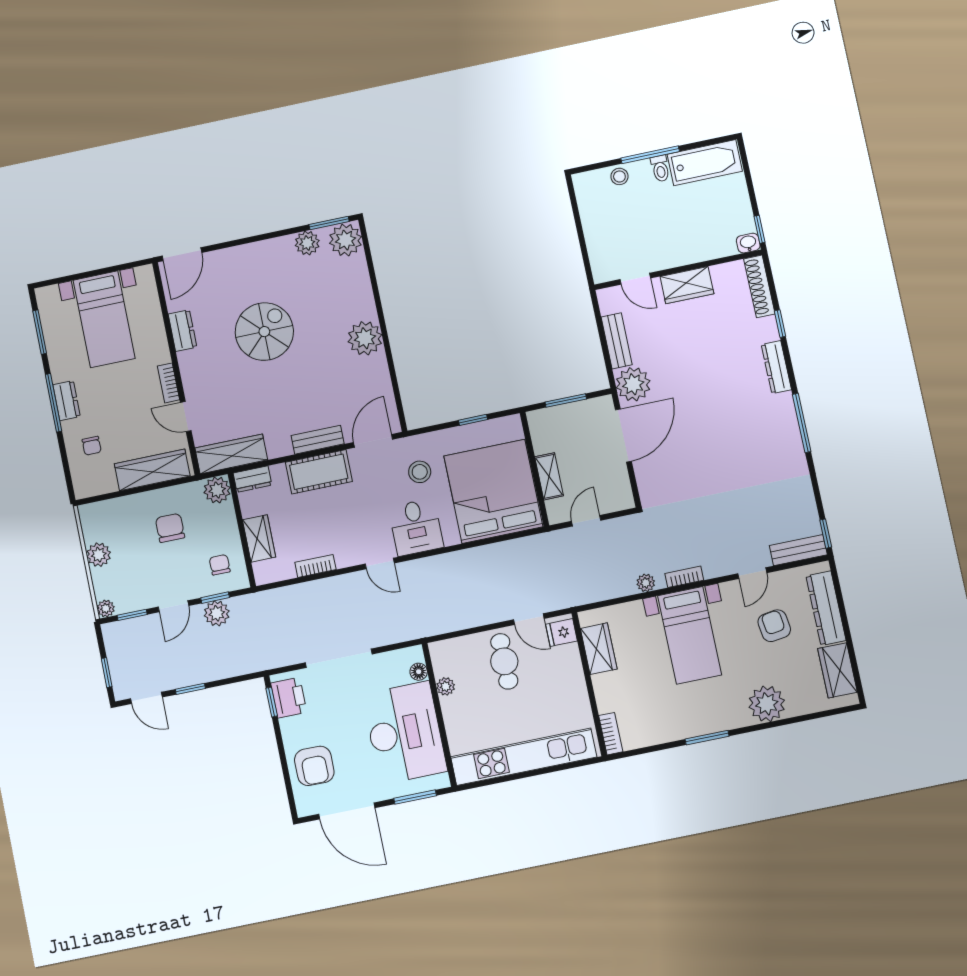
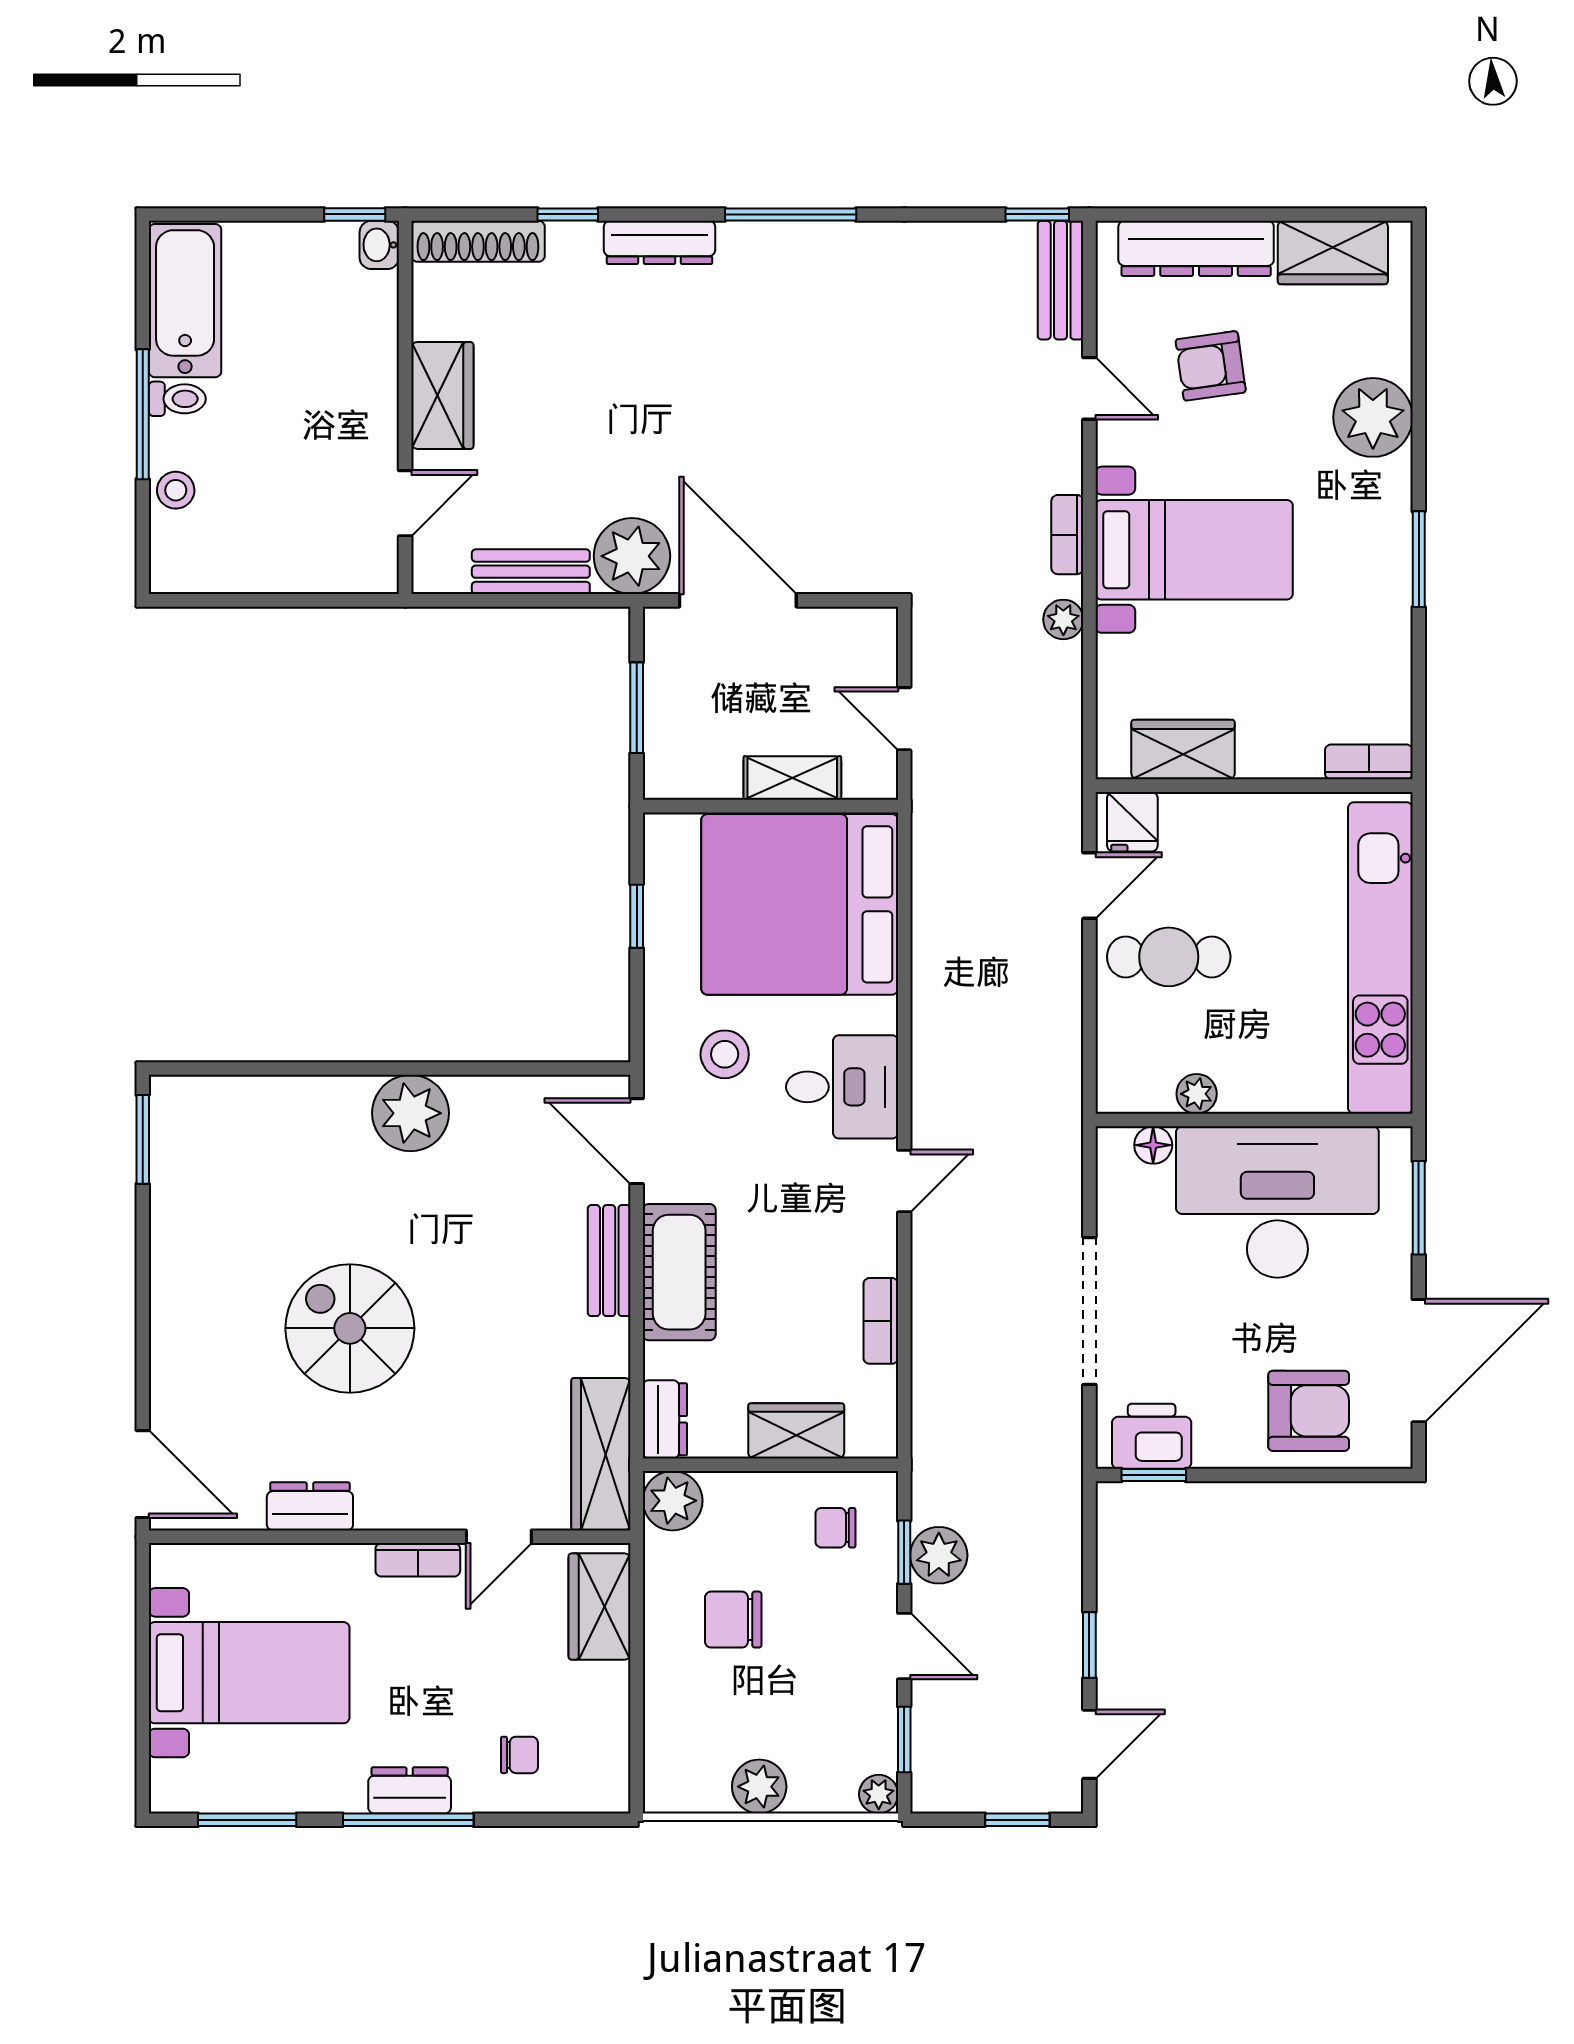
plant: (345, 240) -> (188, 1111), removed
plant: (307, 243) -> (176, 1196), removed
wardrobe: (152, 470) -> (600, 1607), width x0.67

